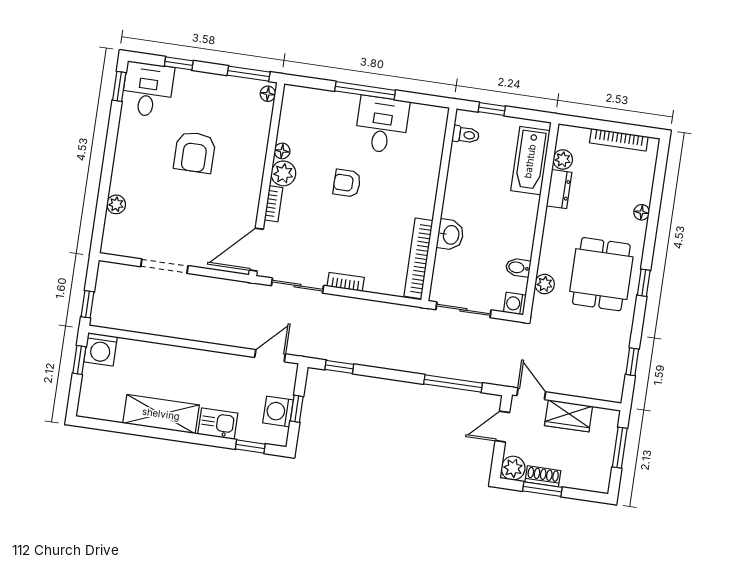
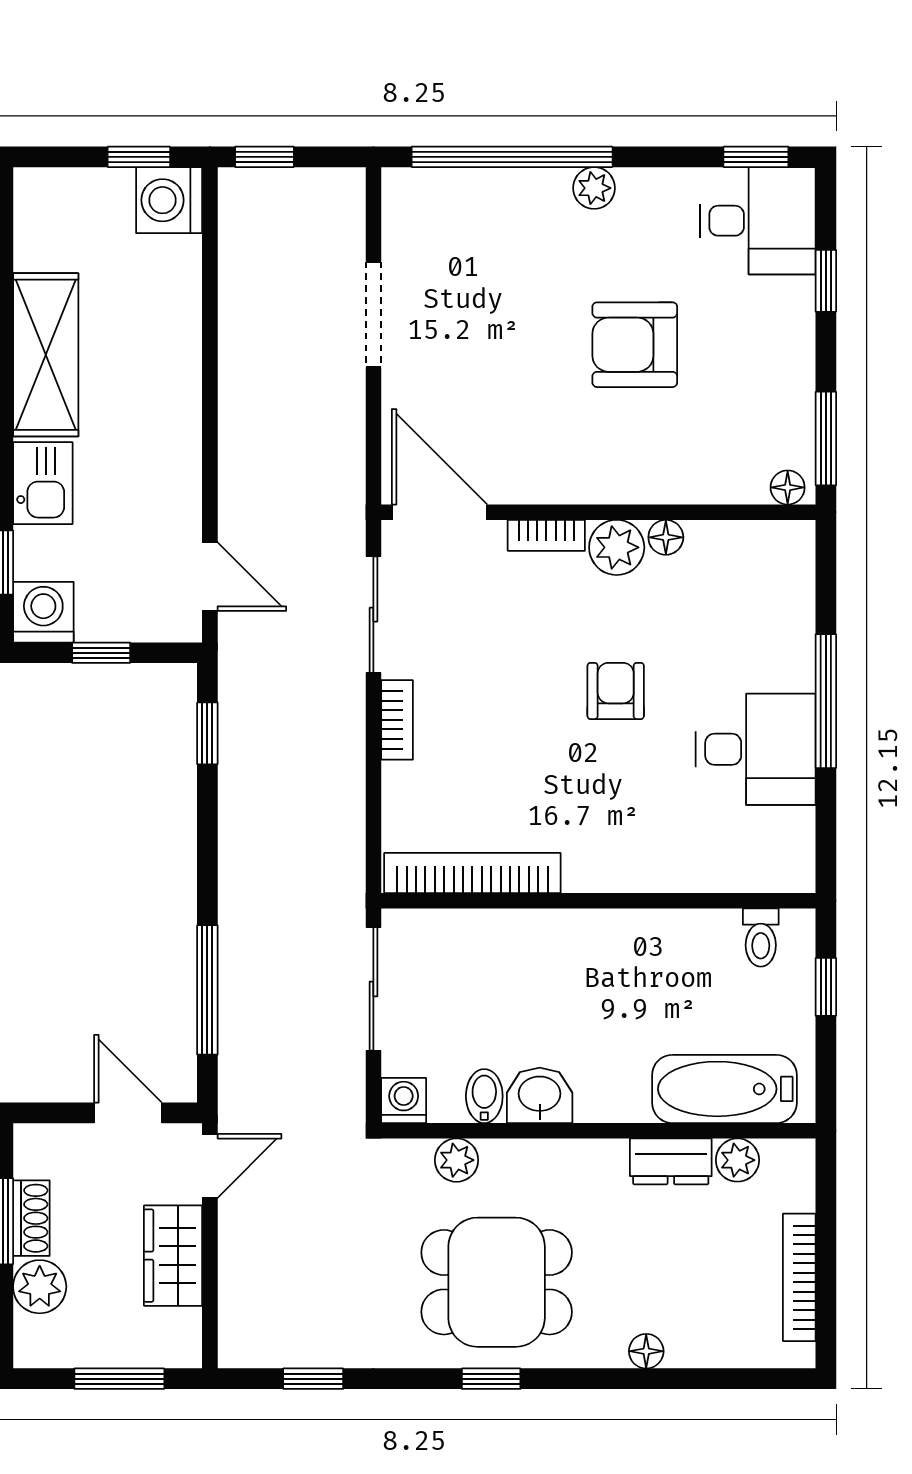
window: (103, 195) -> (512, 157), added
plant: (116, 204) -> (594, 188), moved
washbasin: (450, 235) -> (540, 1095), moved, turned 180
washing machine: (278, 411) -> (43, 612), moved
plant: (513, 468) -> (40, 1287), moved

